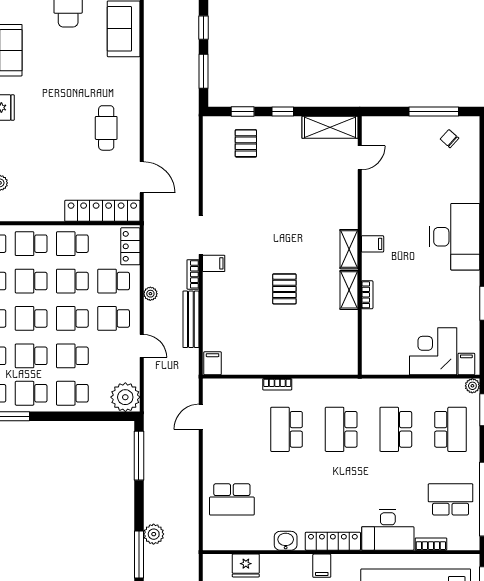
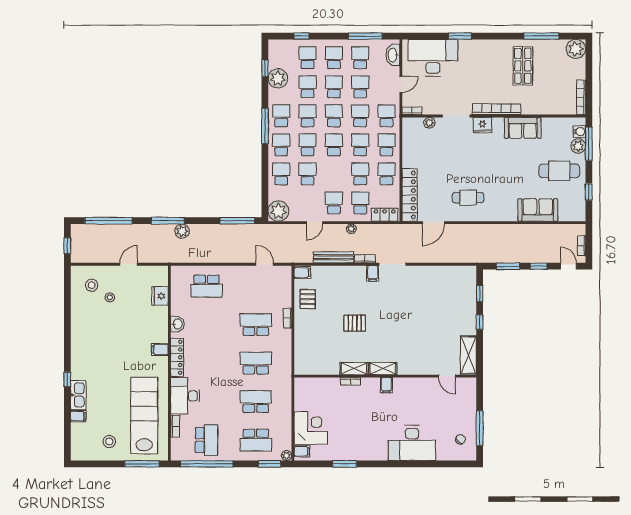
pallet: (246, 143) -> (308, 299), moved, turned 90
desk: (455, 237) -> (412, 443), moved
school desk: (72, 318) -> (334, 174), removed
school desk: (232, 499) -> (206, 286), turned -90

